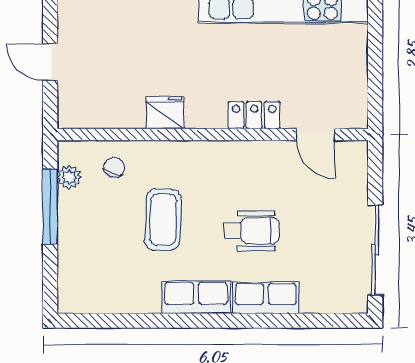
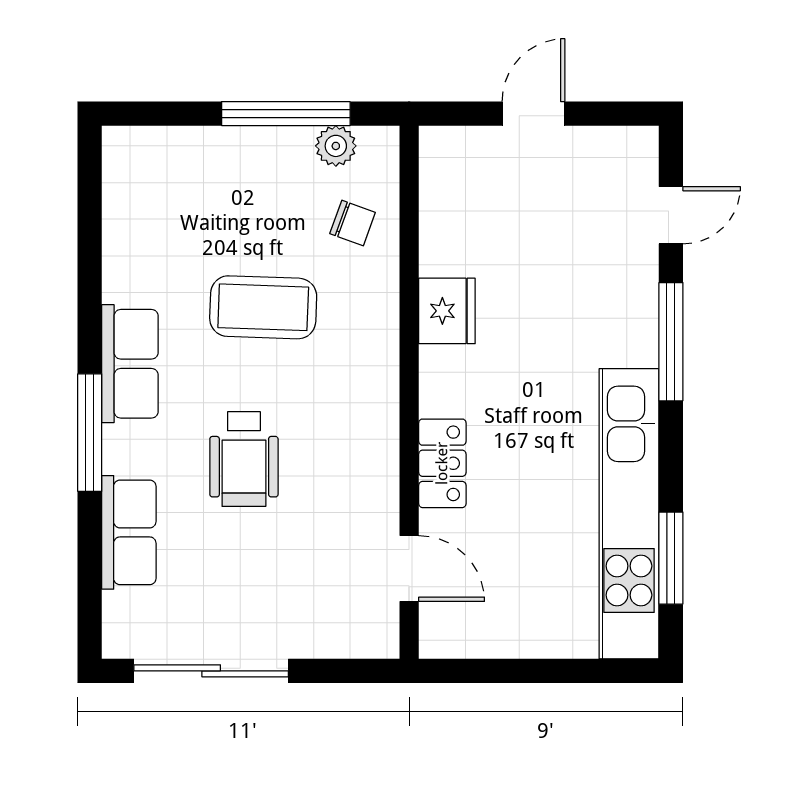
door: (315, 135) -> (409, 569), swing flipped
row of seats: (266, 298) -> (129, 532), moved
window: (236, 321) -> (90, 433), added

